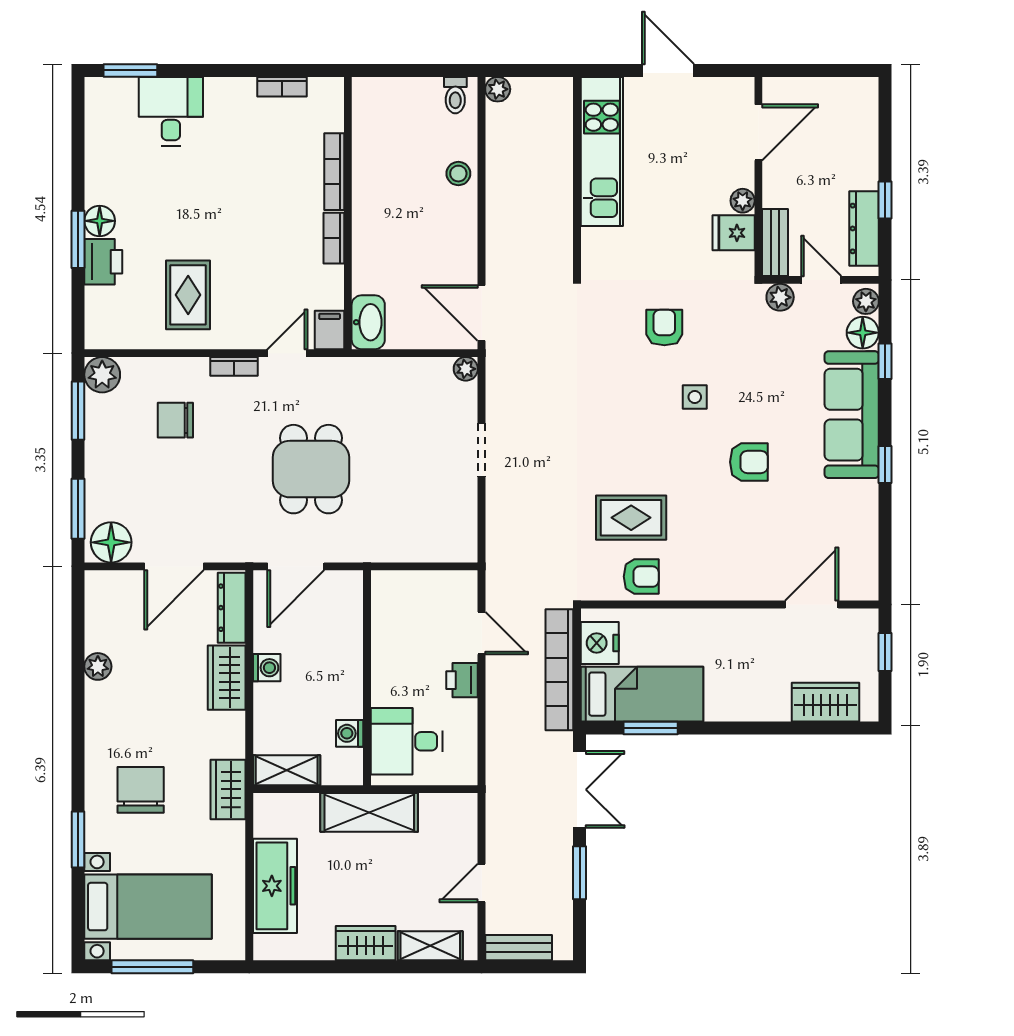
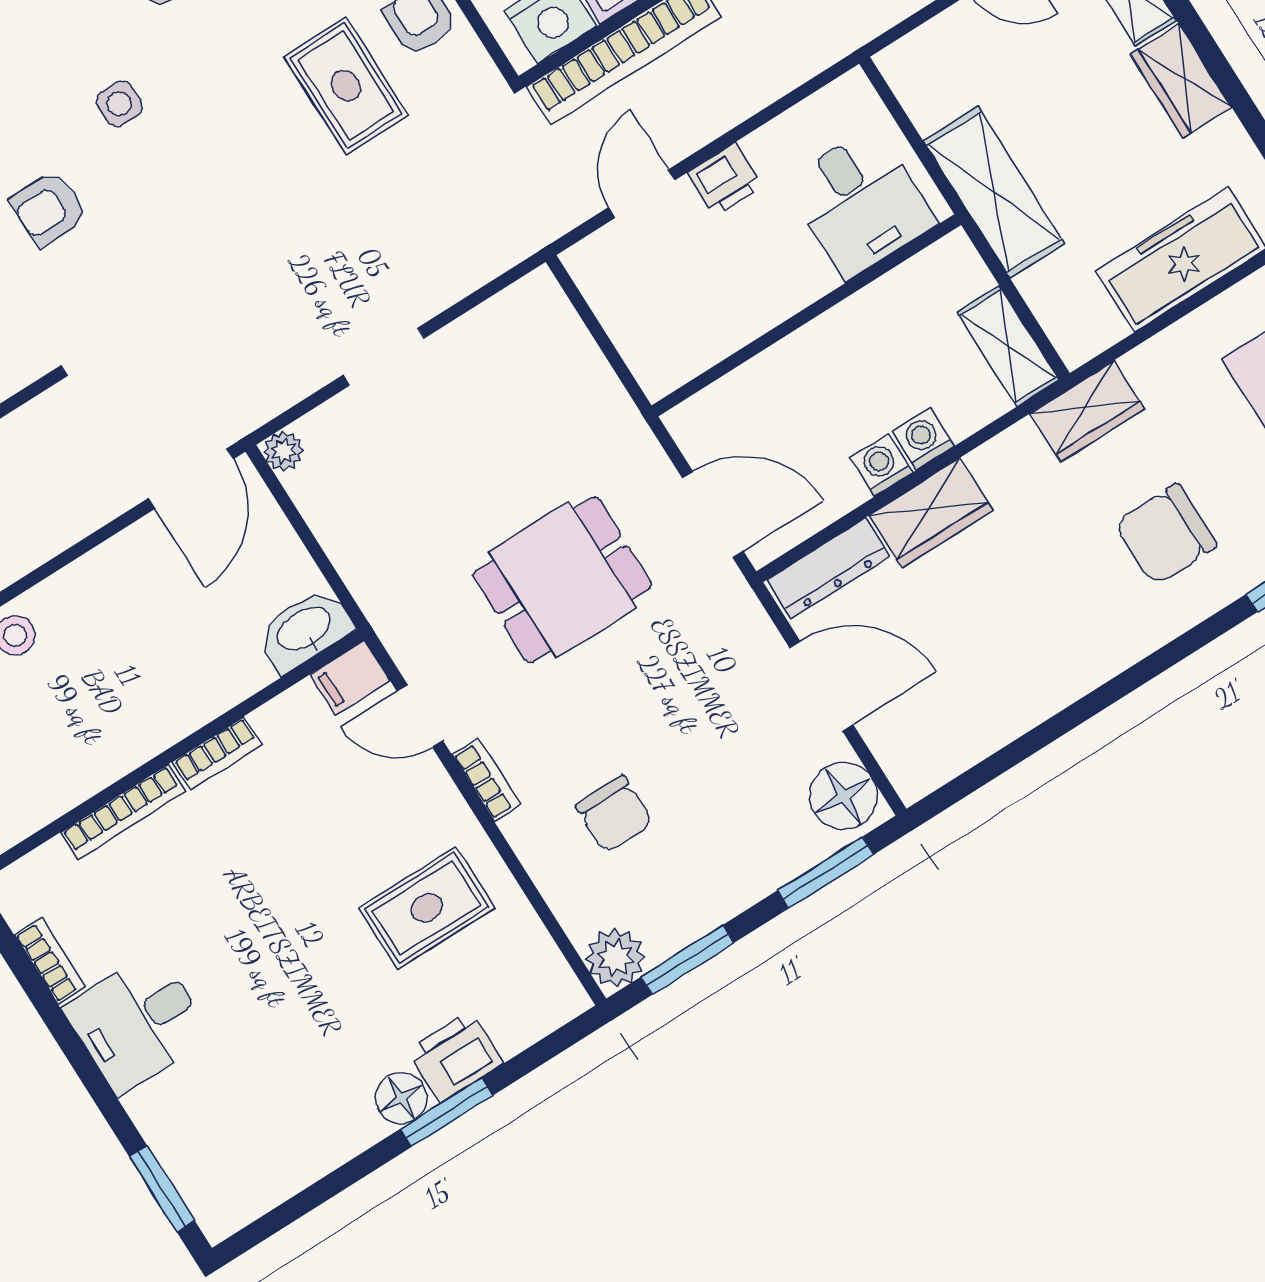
desk: (171, 111) -> (137, 1022), moved
plant: (98, 666) -> (1030, 704), removed
washing machine: (350, 733) -> (923, 439), moved, turned 180

